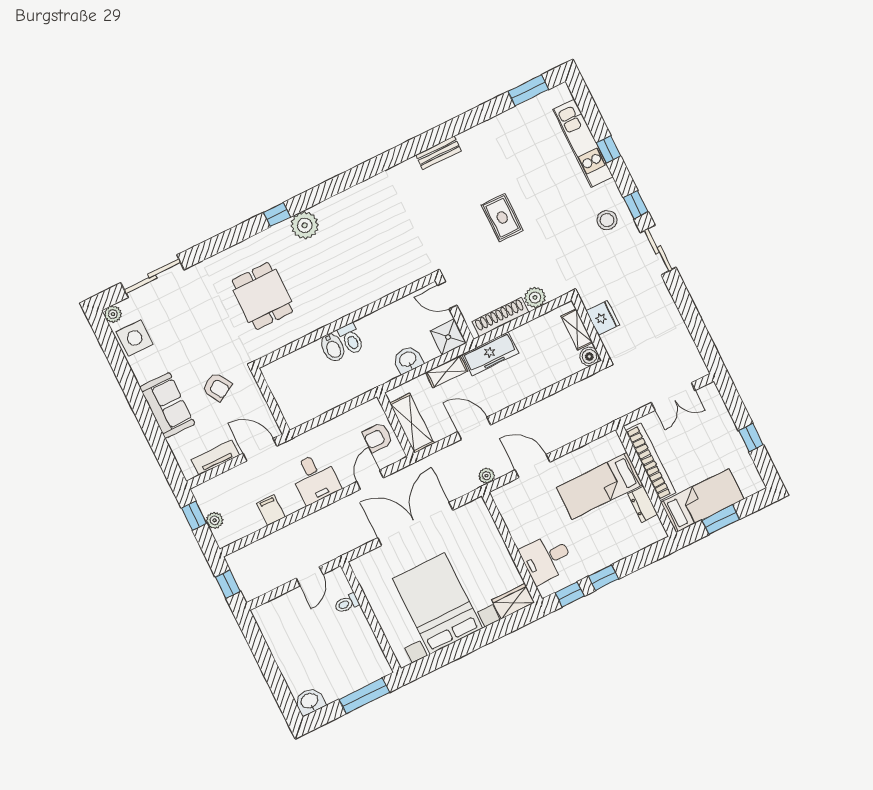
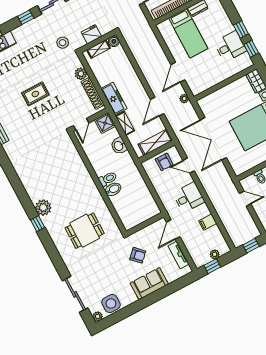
stool: (607, 220) -> (63, 43), moved
armchair: (217, 387) -> (138, 255), turned 75
desk: (547, 558) -> (230, 46), moved, turned -90

